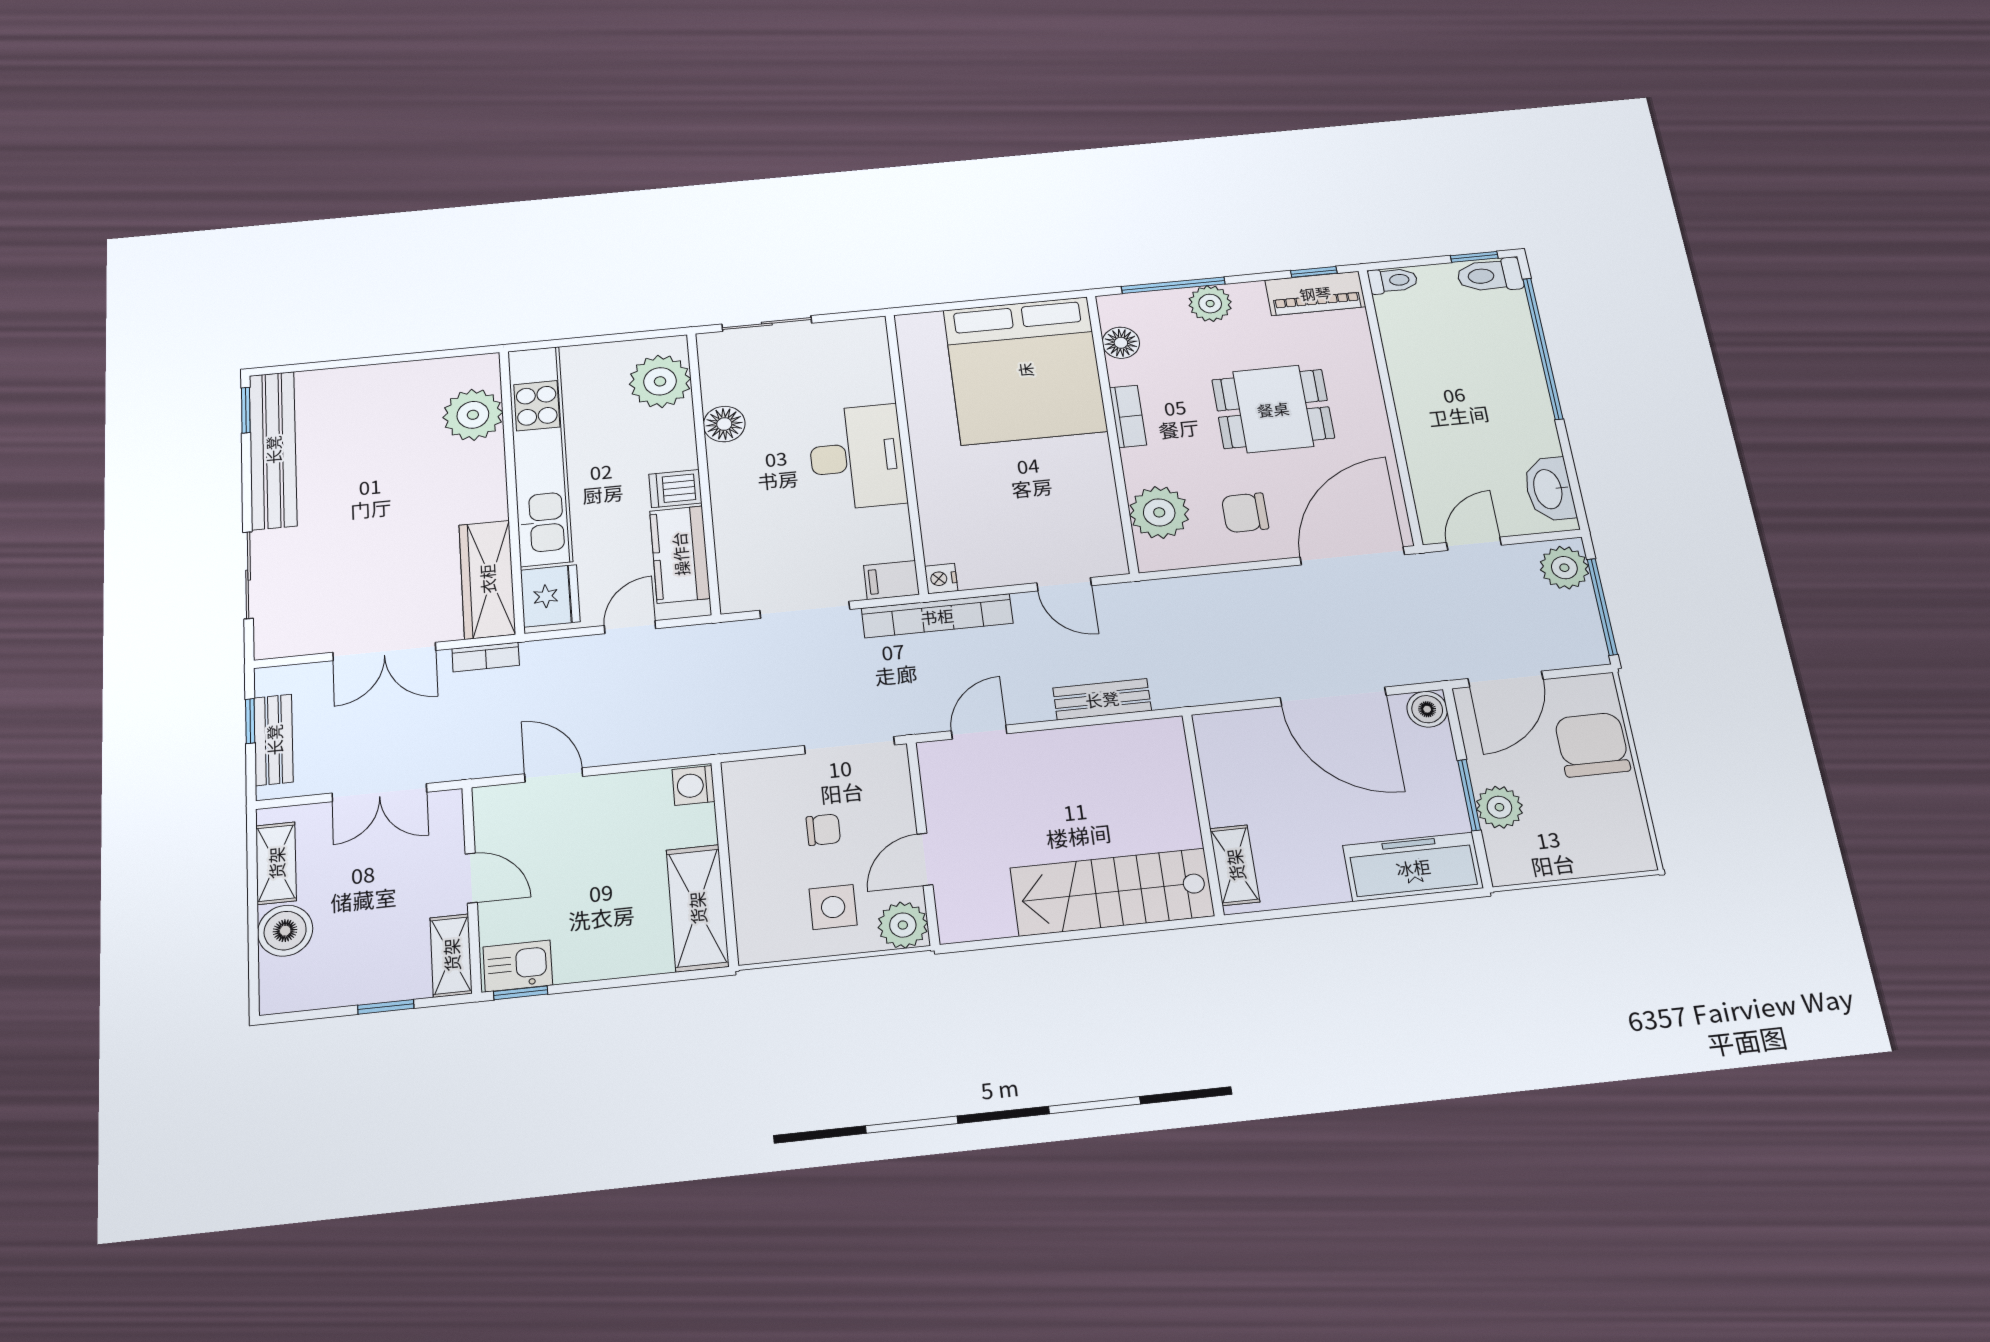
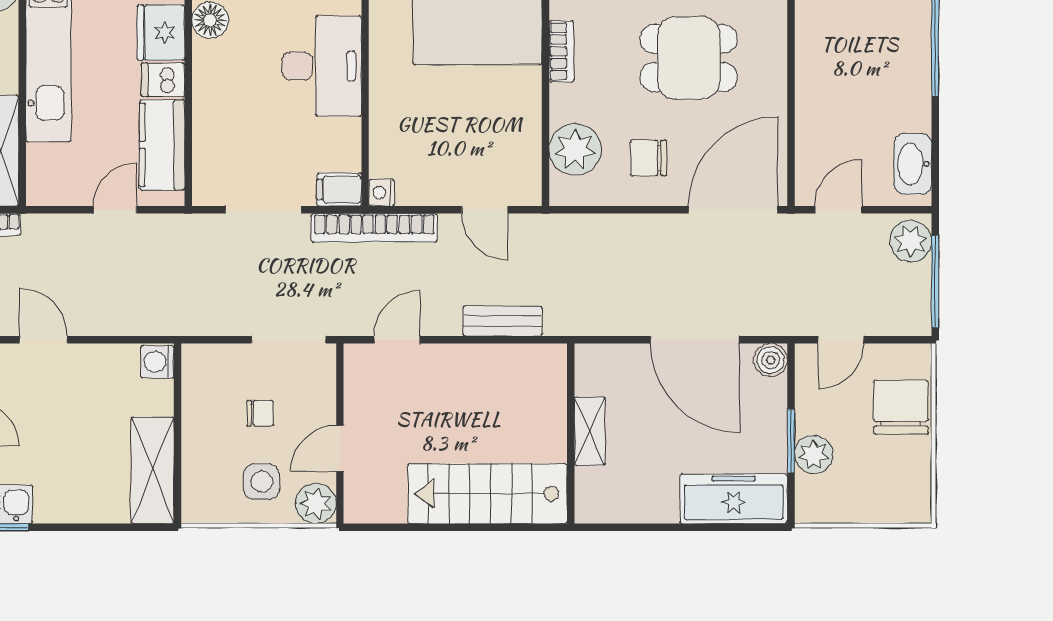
fridge: (550, 596) -> (161, 33), moved, turned 180
door: (1506, 679) -> (841, 340), width x0.73
shelving: (1235, 865) -> (590, 431), moved

